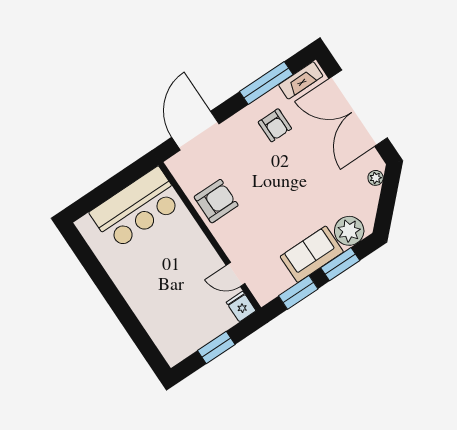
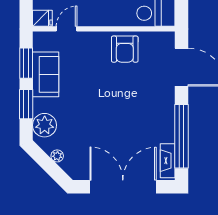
window: (266, 83) -> (182, 136), width x1.46
armchair: (275, 125) -> (149, 123), removed
plant: (376, 178) -> (57, 156), moved
sofa: (312, 254) -> (46, 74), moved

